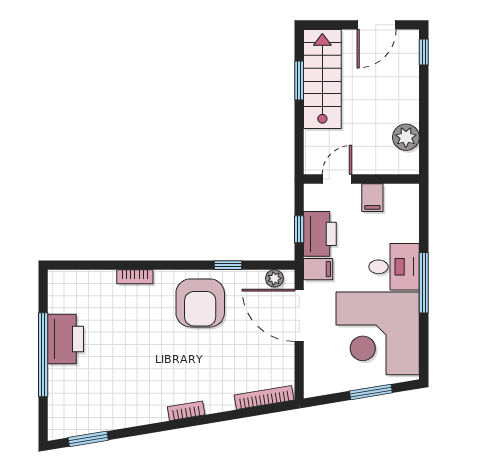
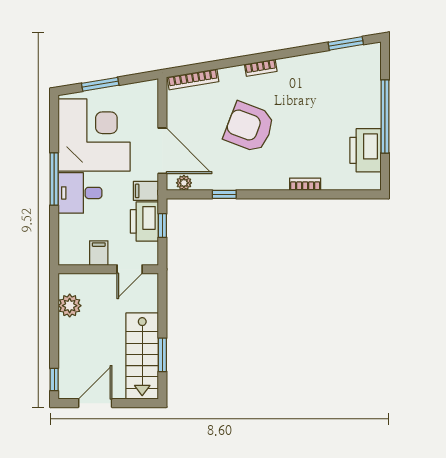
armchair: (200, 303) -> (249, 127), moved, turned -69
printer: (66, 339) -> (365, 150), moved

